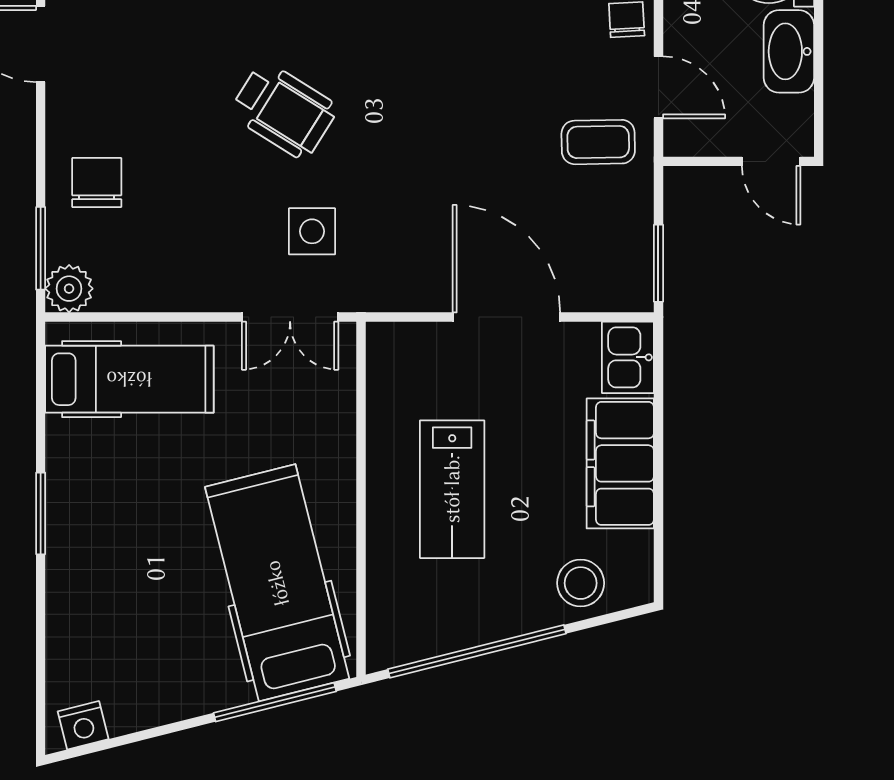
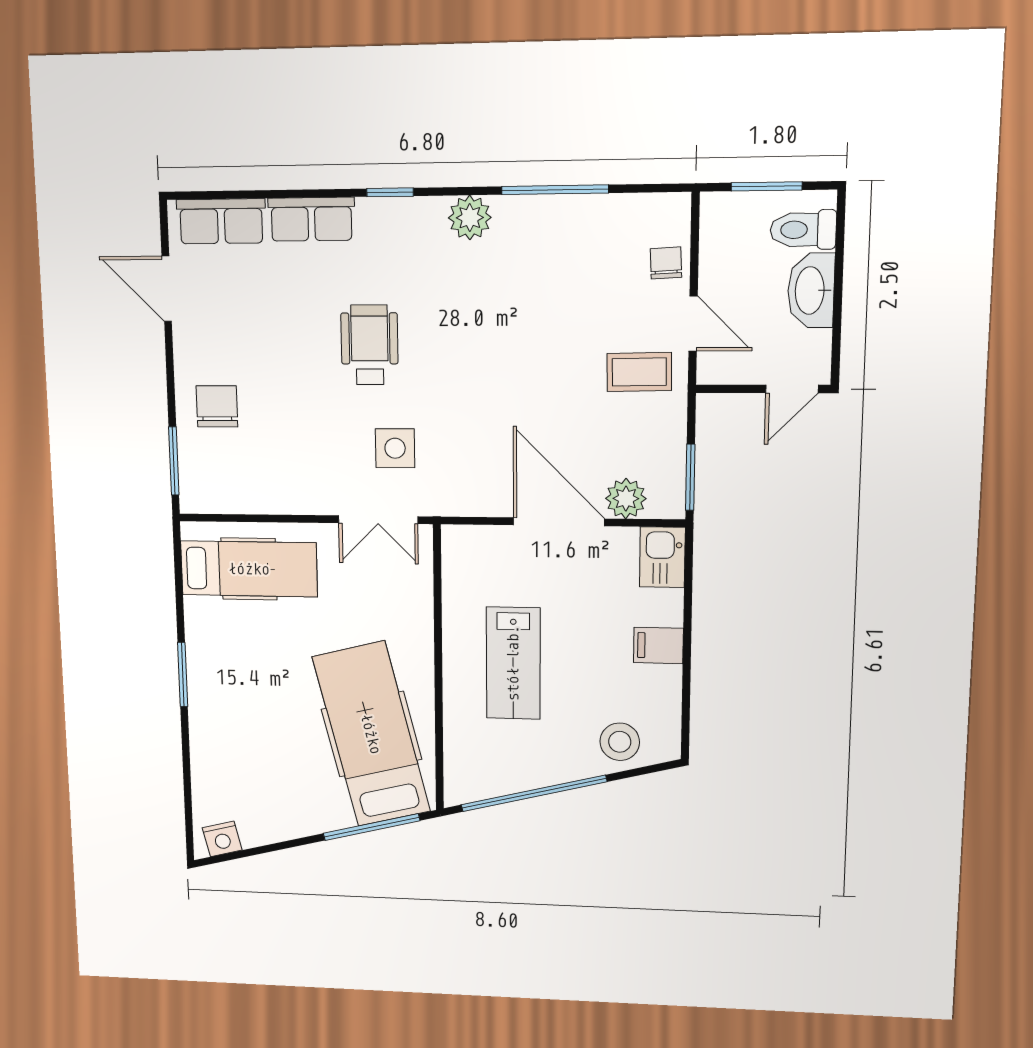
wheelchair: (284, 110) -> (370, 345), turned -122
door: (771, 161) -> (792, 389), hinge flipped
plant: (69, 289) -> (626, 499), moved
filing cabinet: (620, 463) -> (658, 645), width x0.33, depth x0.86

